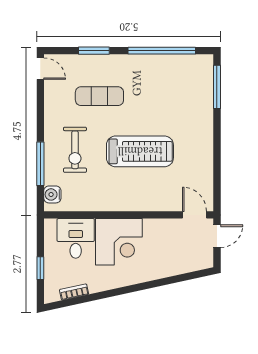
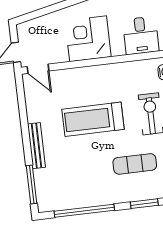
bench: (206, 130) -> (37, 146), added
corner desk: (119, 242) -> (88, 39), moved

